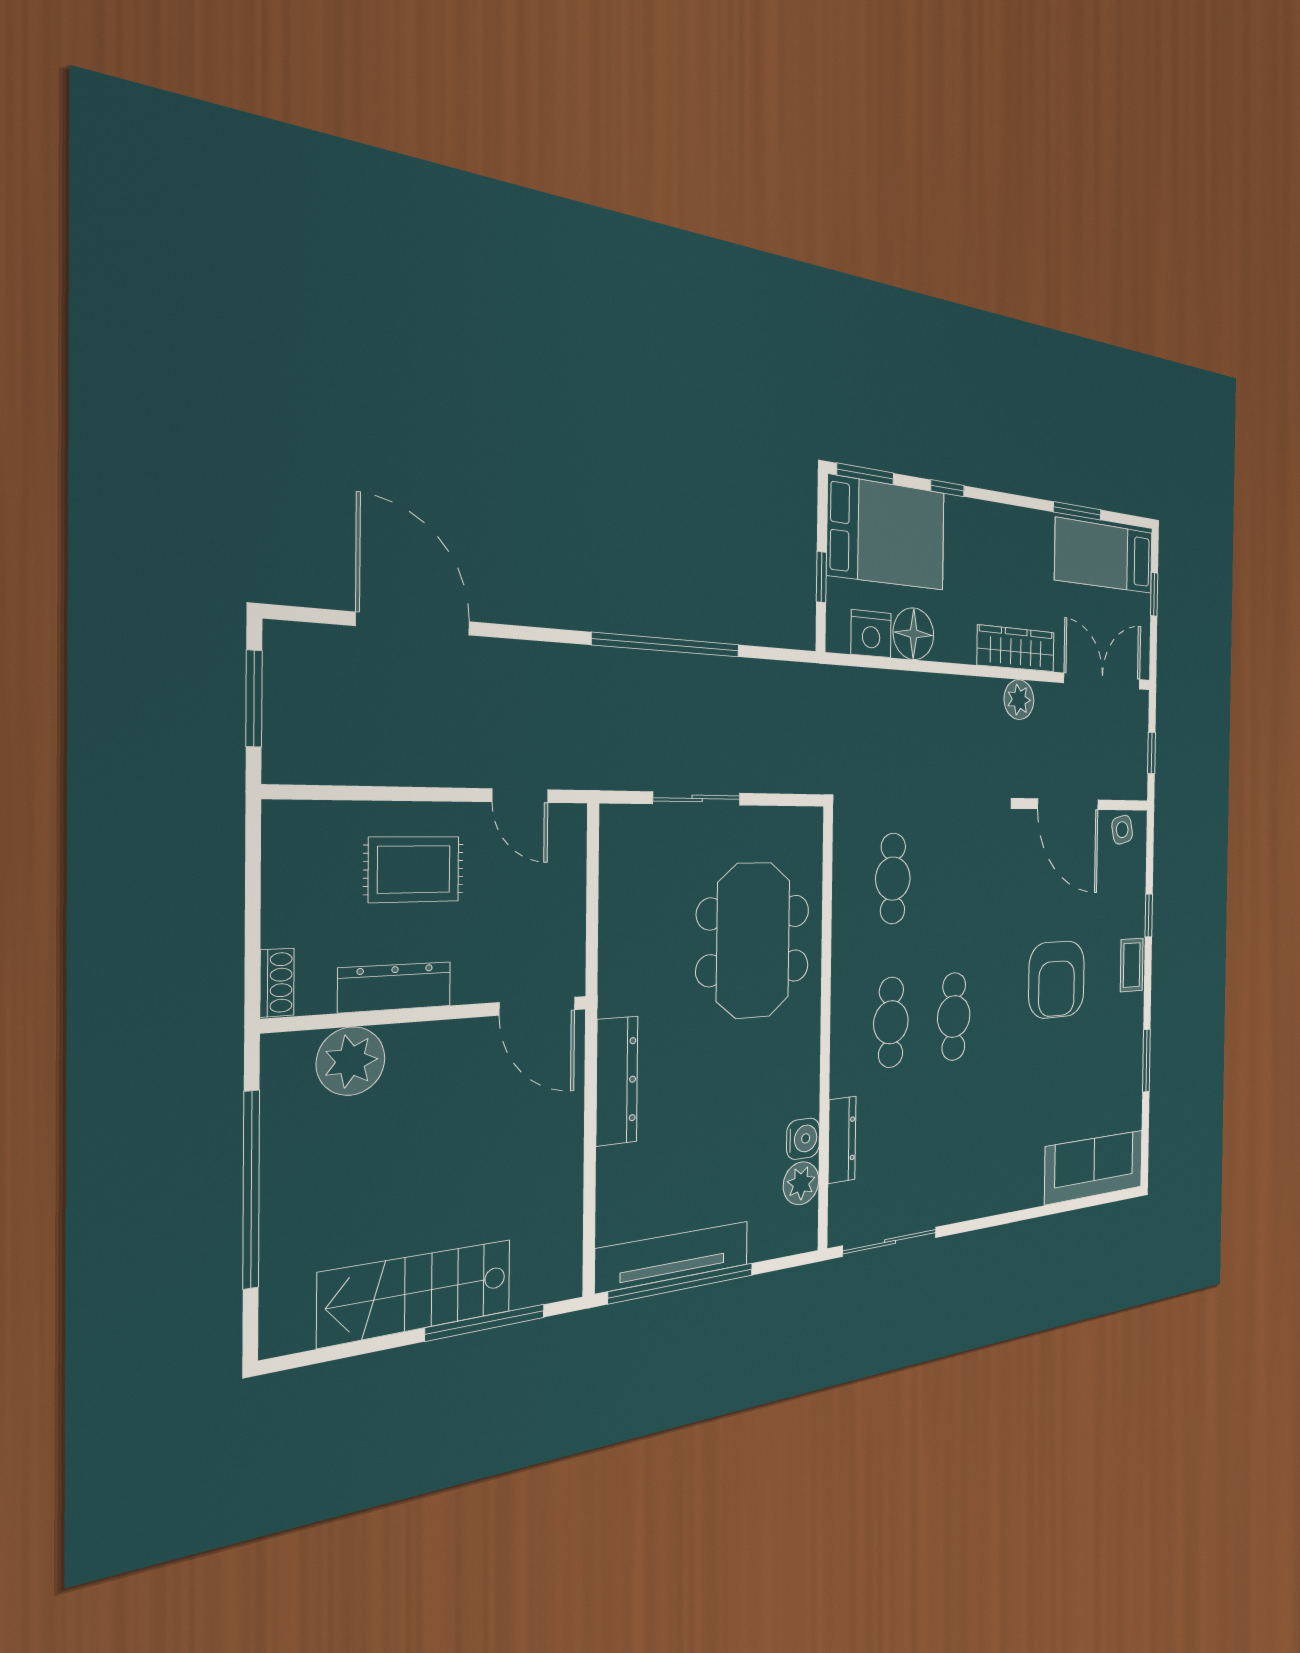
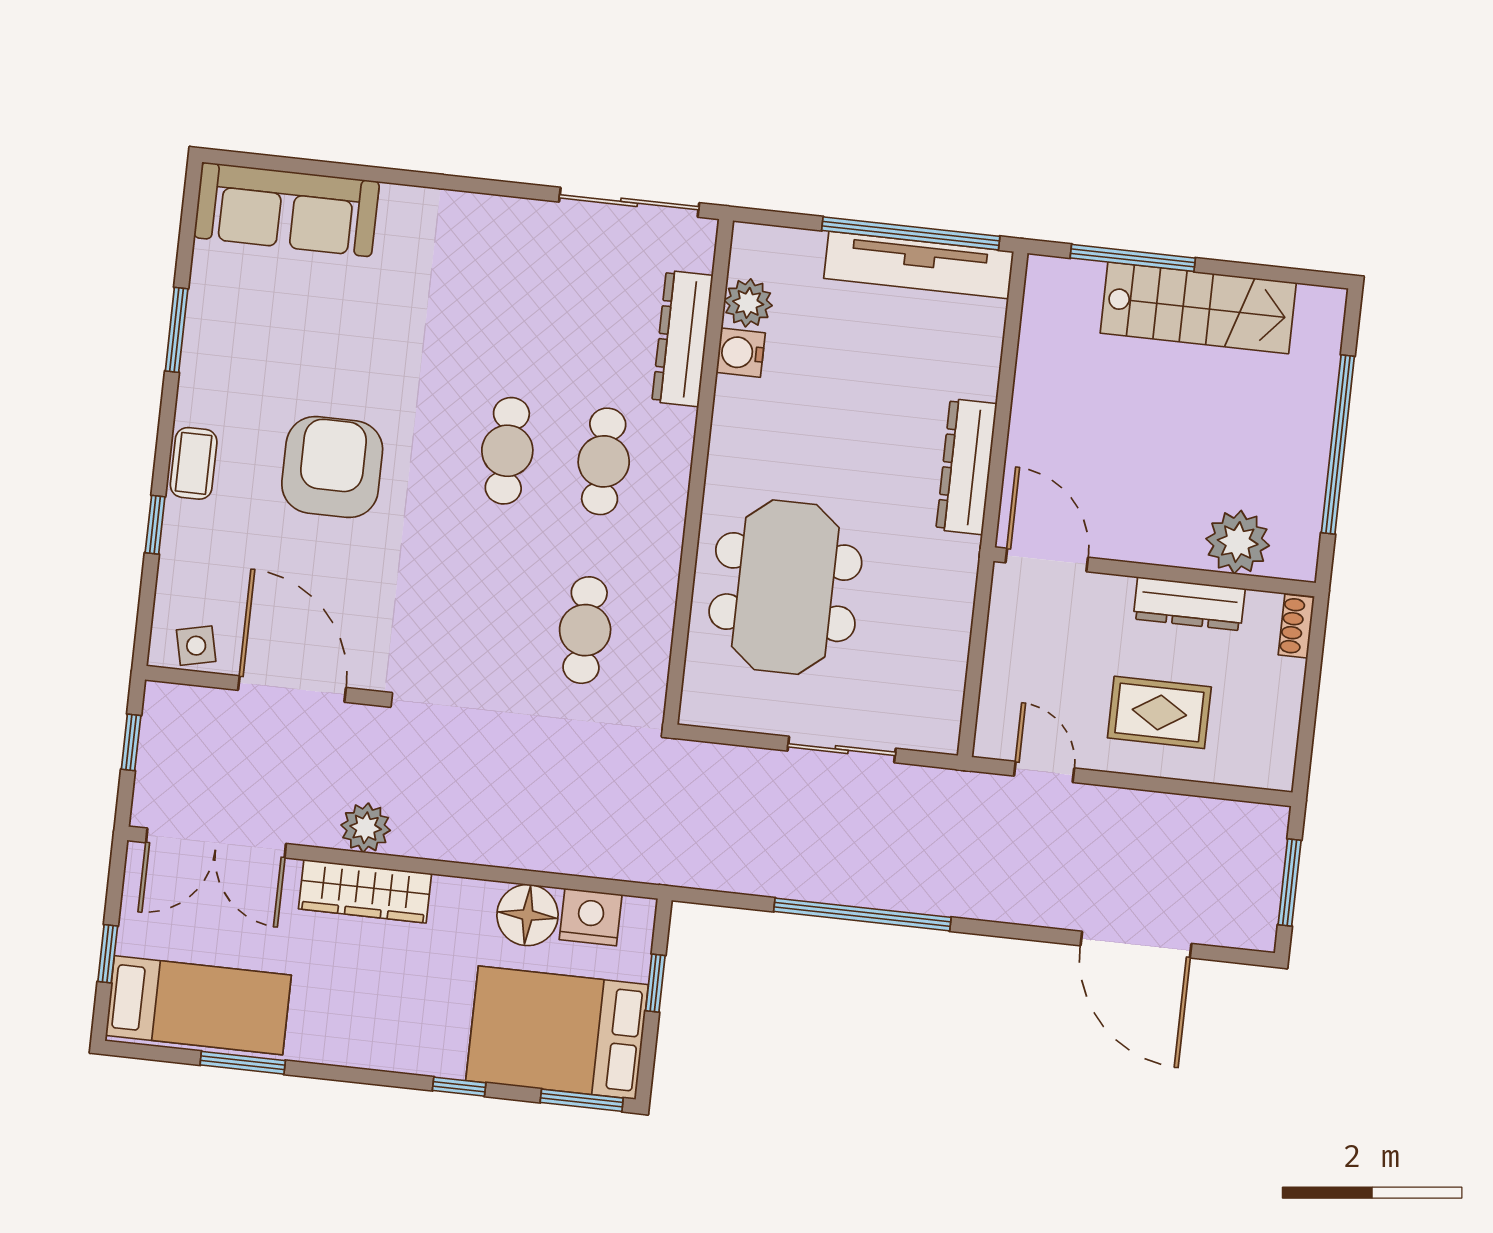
dresser: (842, 1140) -> (682, 339), width x1.37, depth x1.24

